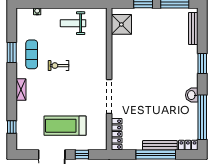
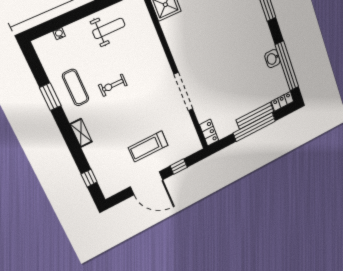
weight bench: (73, 23) -> (109, 28), turned 180
washbasin: (192, 95) -> (272, 59), moved
treadmill: (65, 126) -> (148, 146), width x0.73, depth x0.73
locker: (117, 134) -> (209, 133), width x0.66

